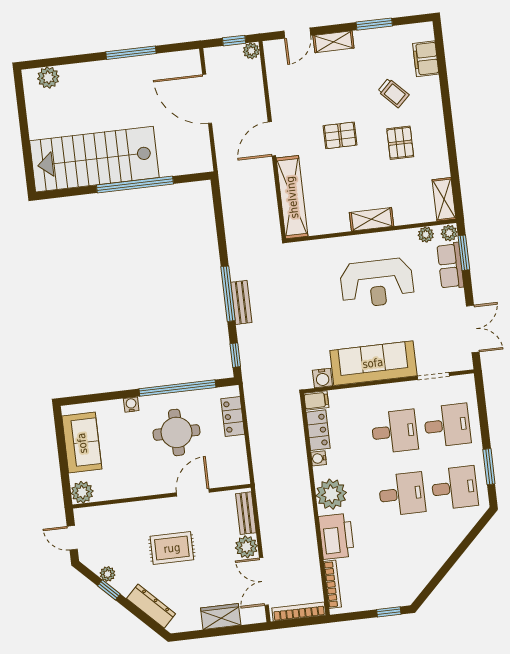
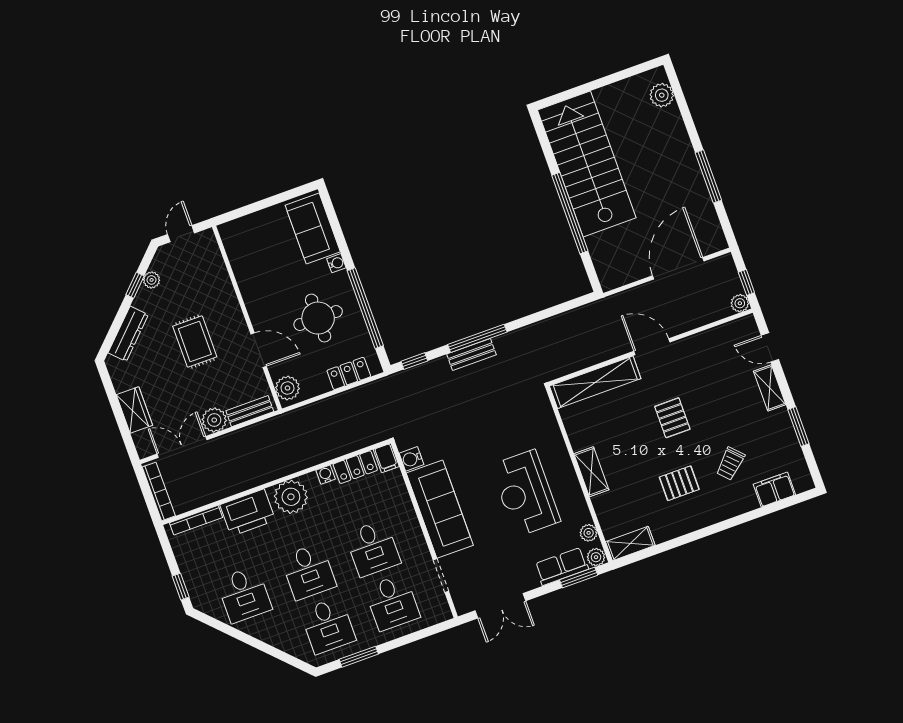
sofa: (82, 443) -> (313, 229), moved, turned 90
plant: (82, 492) -> (287, 388), moved
desk: (409, 557) -> (244, 595), added

